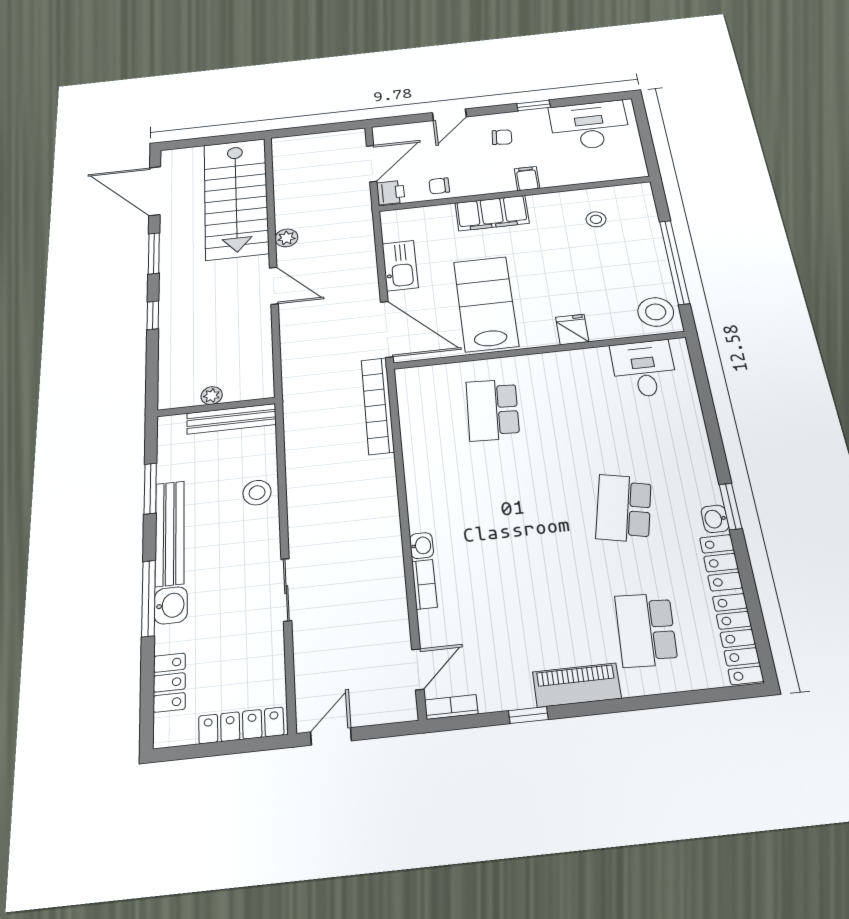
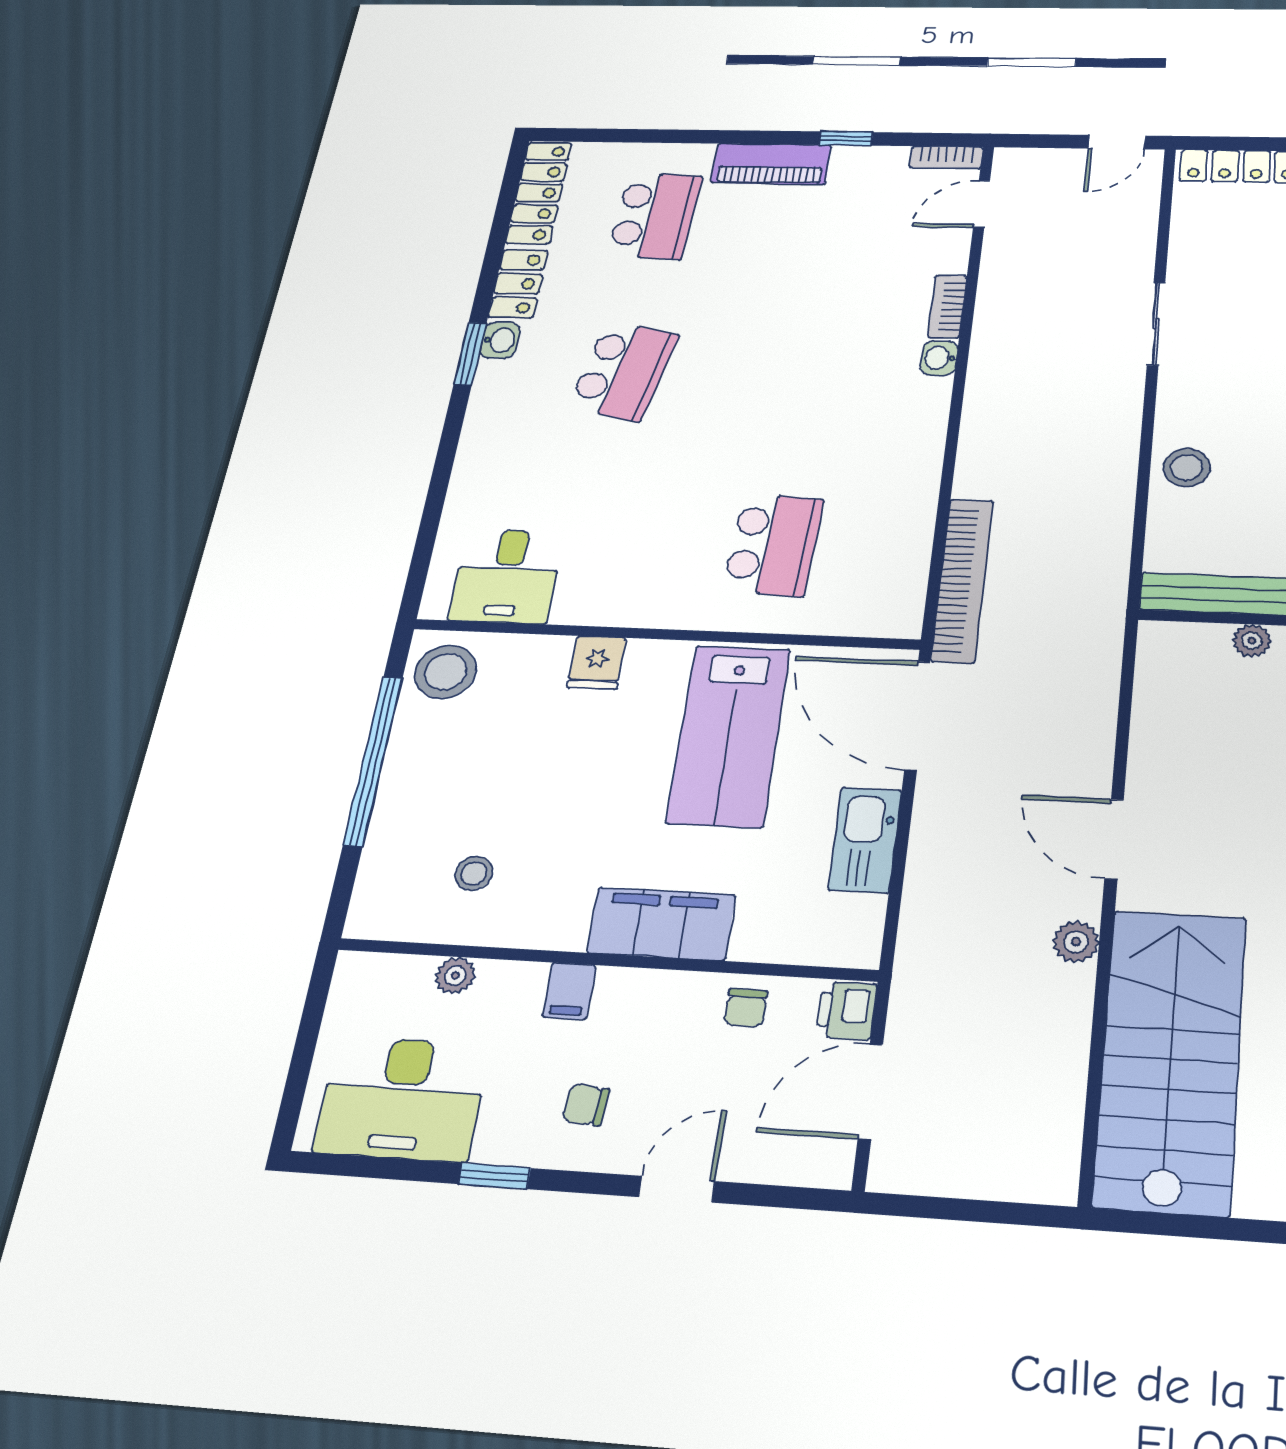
plant: (586, 176) -> (455, 976), added
chair: (439, 186) -> (746, 1008), turned 90

